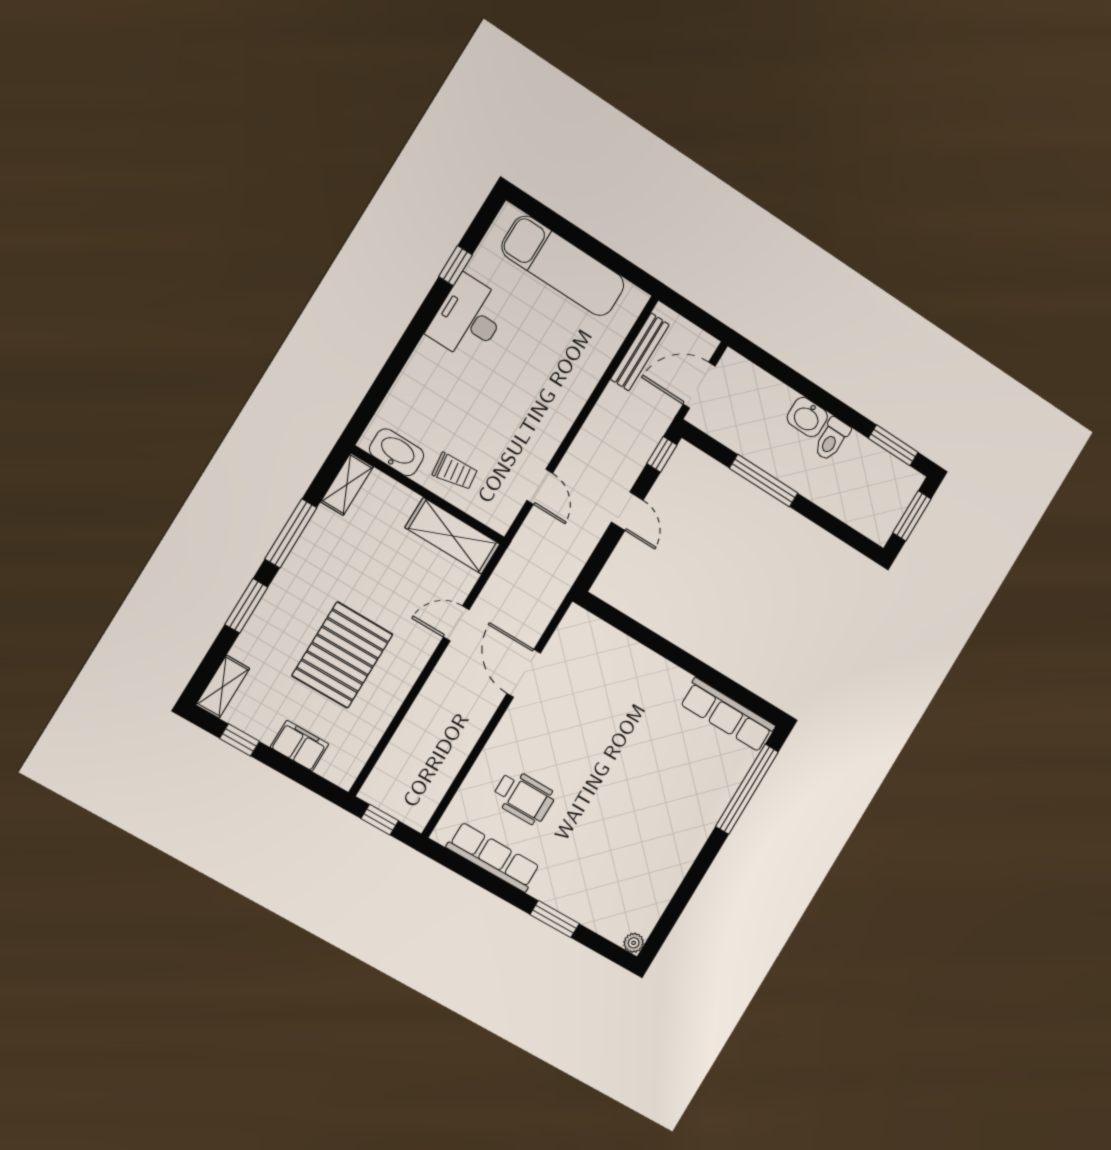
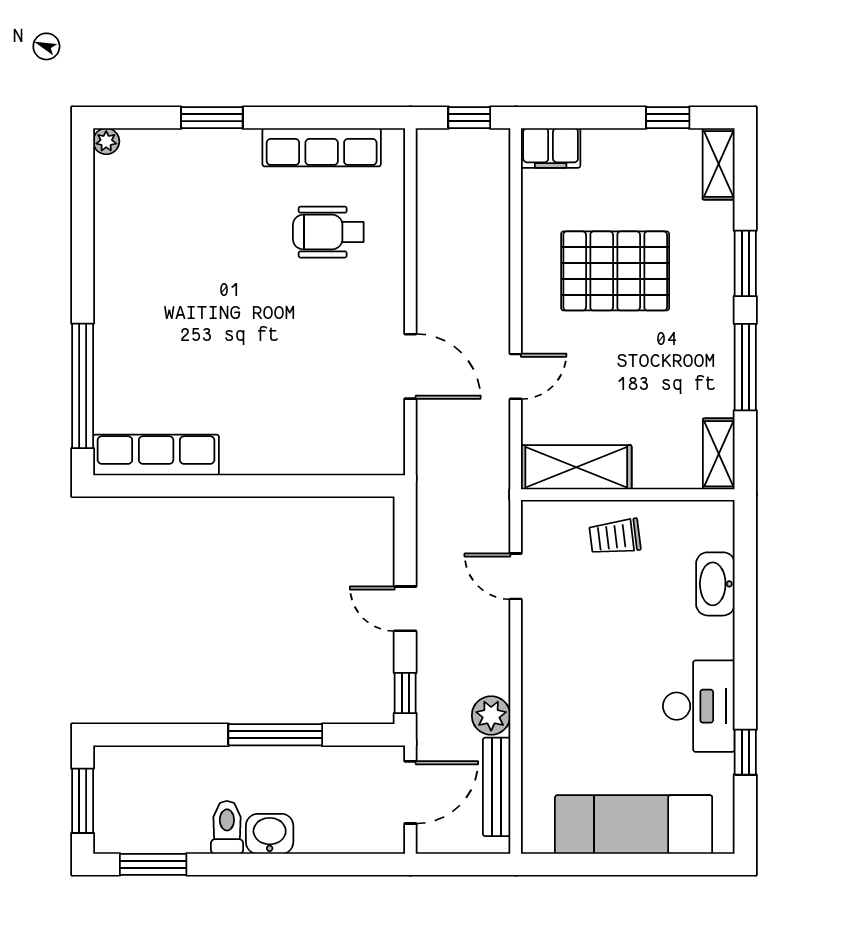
plant: (614, 403) -> (491, 716), added
washbasin: (397, 452) -> (715, 584), moved, turned 90
pallet: (342, 655) -> (615, 271), turned 90
filing cabinet: (300, 746) -> (551, 148), moved

